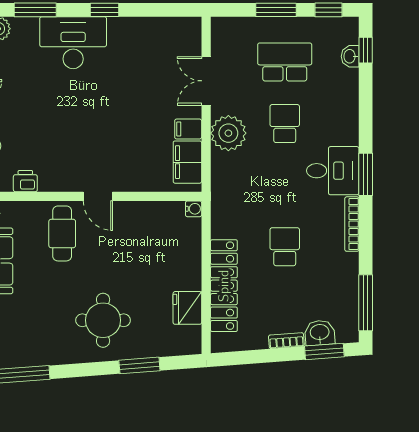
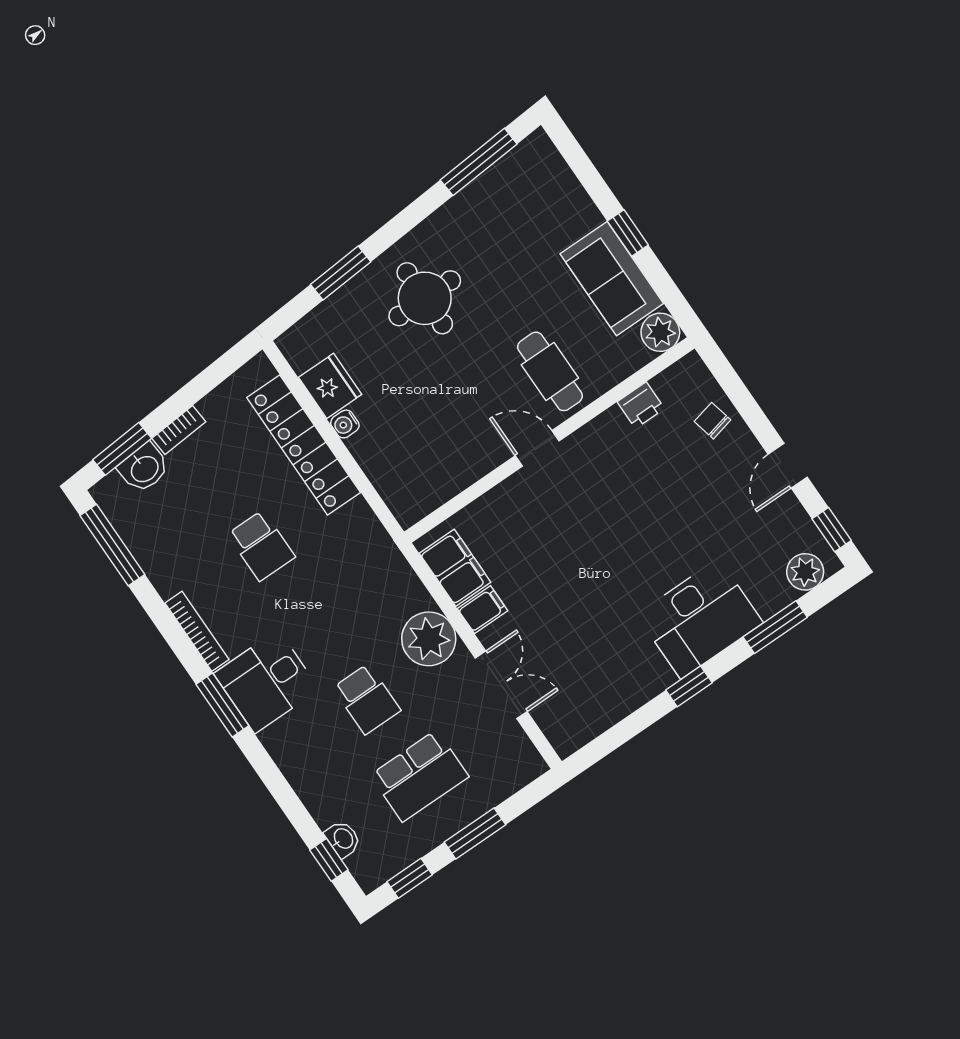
water cooler: (194, 209) -> (345, 424), moved

